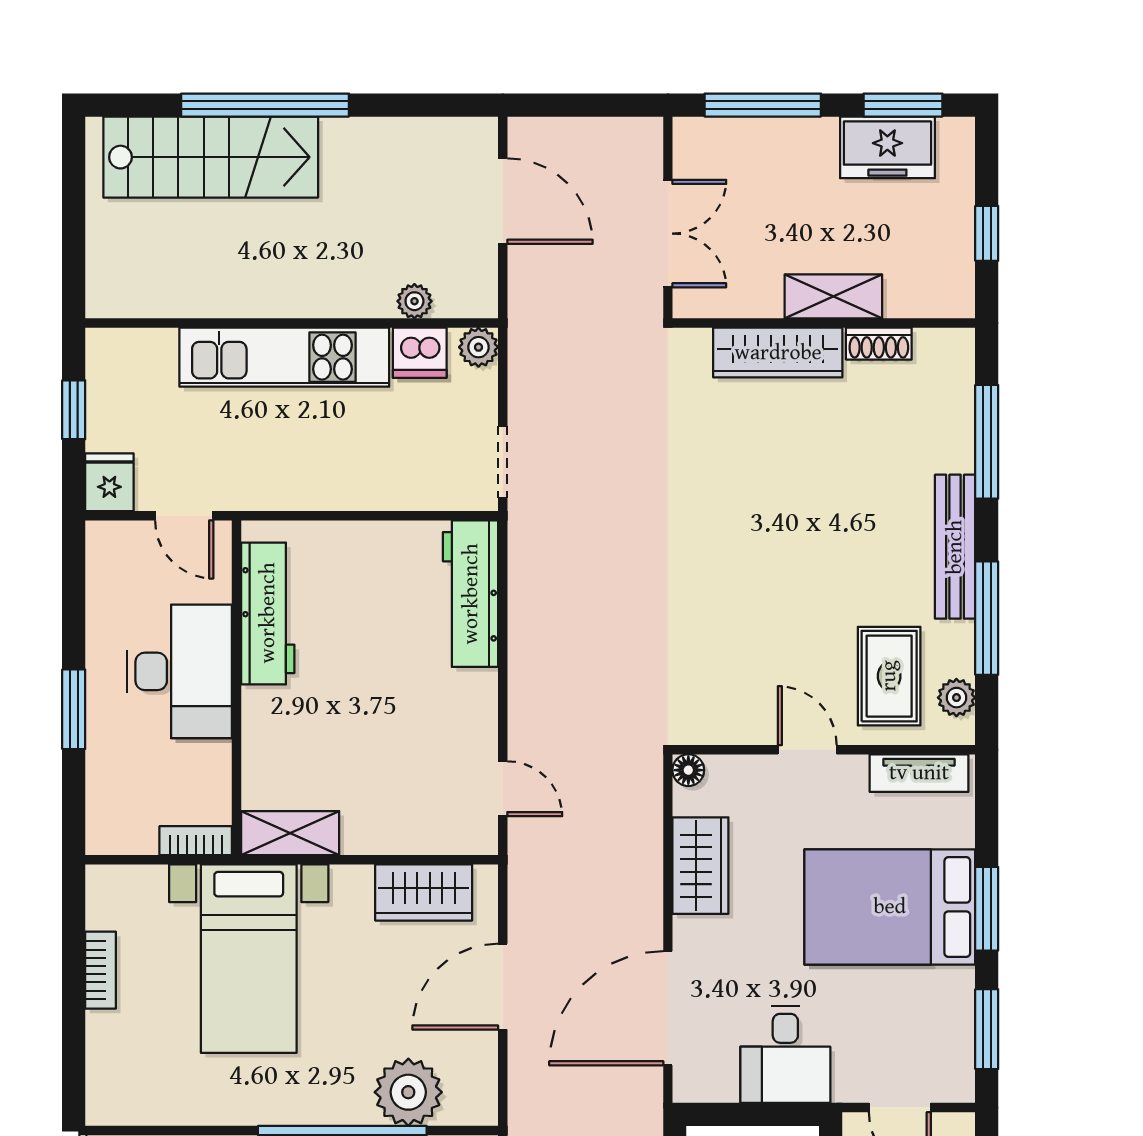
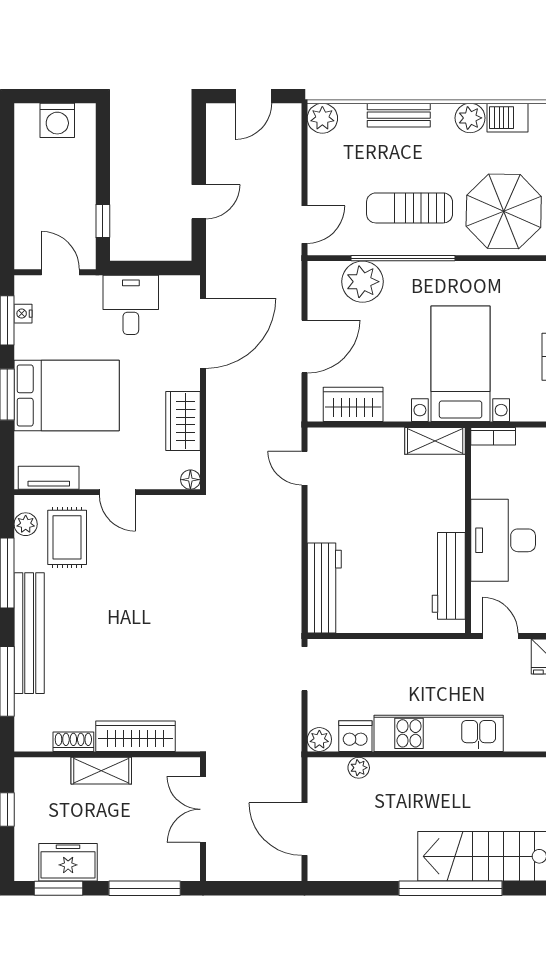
bench: (955, 547) -> (29, 633), width x1.37, depth x1.21
nightstand: (961, 1040) -> (23, 314), added

